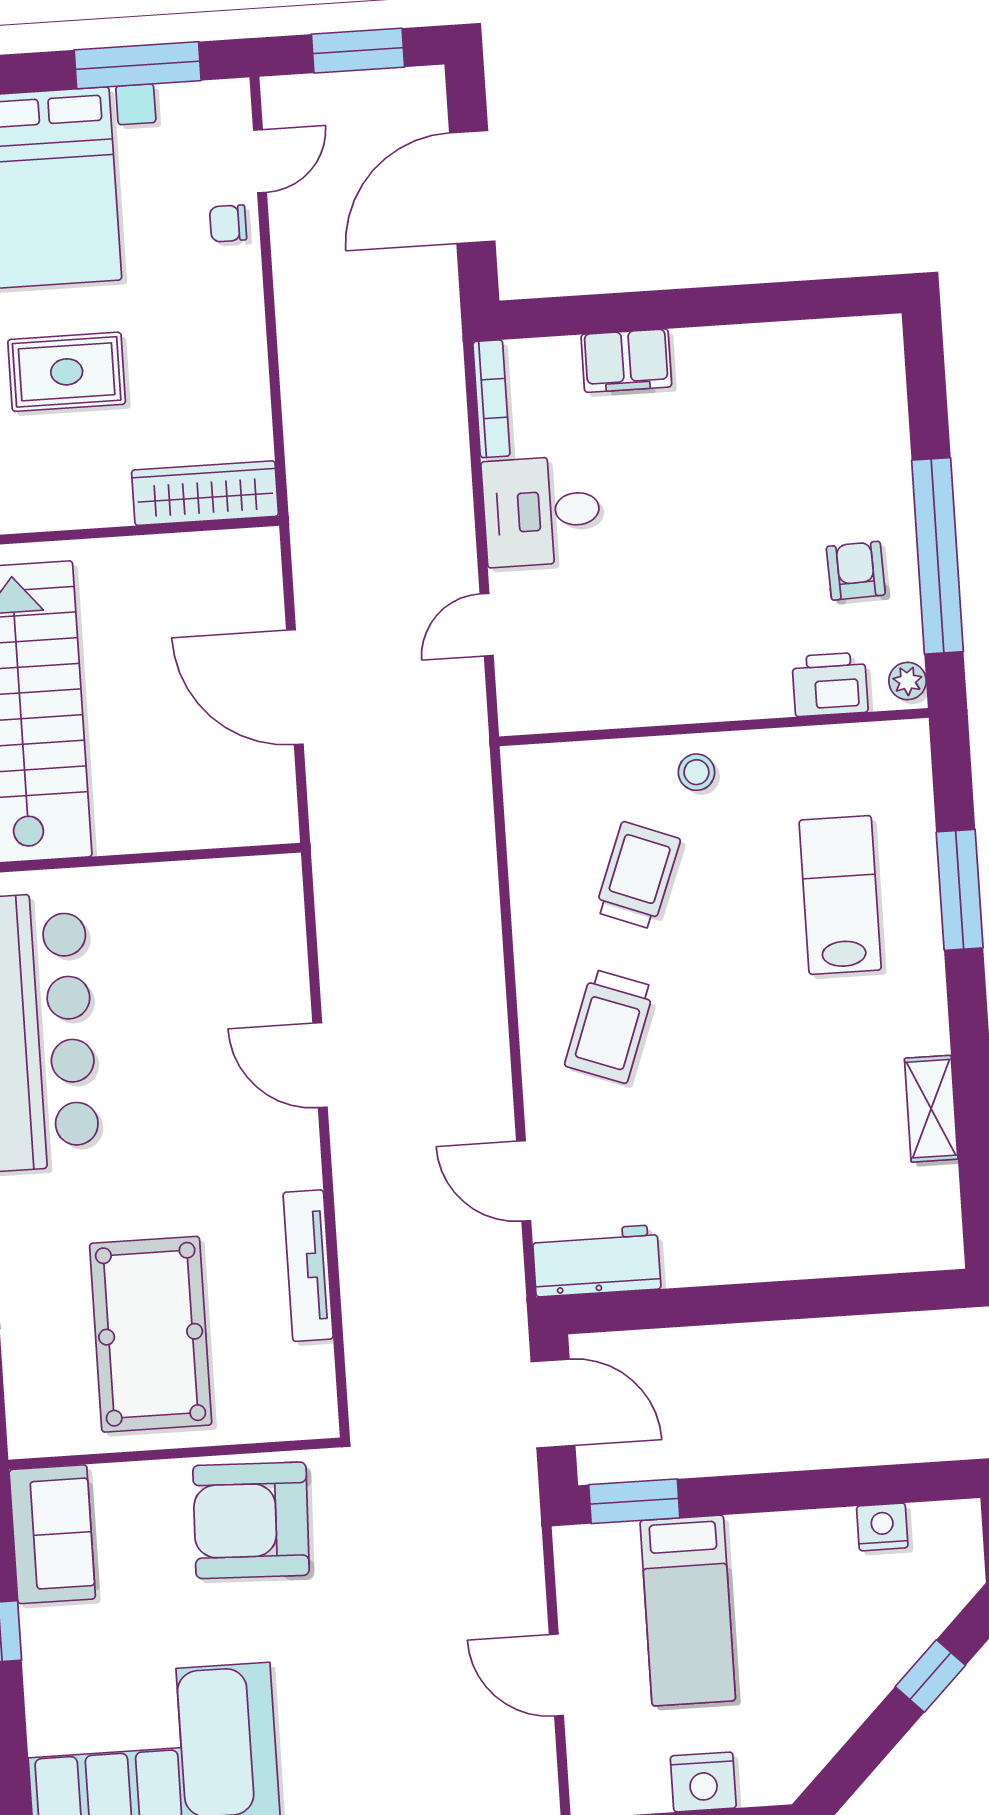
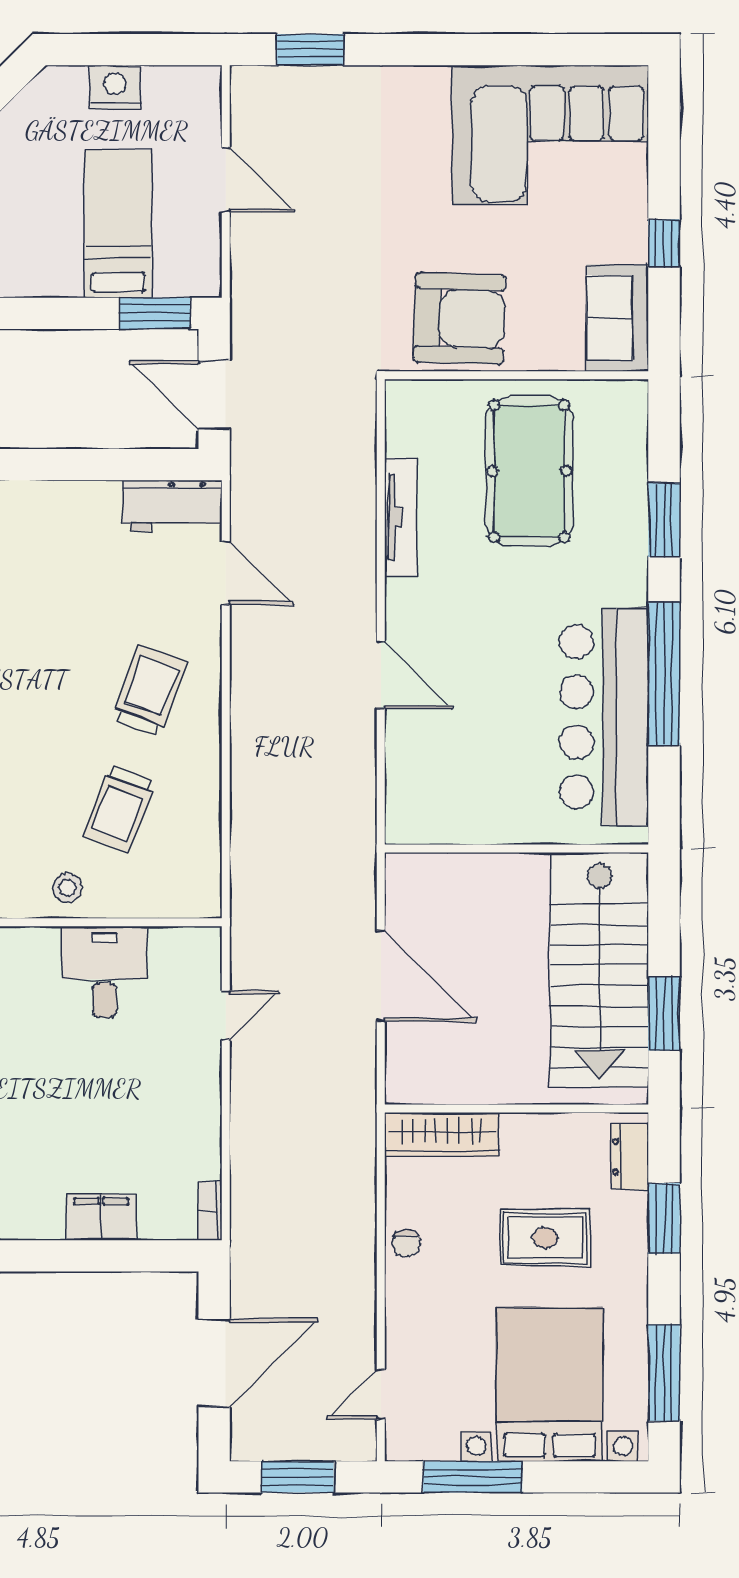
chair: (228, 223) -> (406, 1243), moved, turned 90
bookcase: (491, 399) -> (210, 1211), width x0.64
desk: (542, 511) -> (104, 972), moved, turned -90

